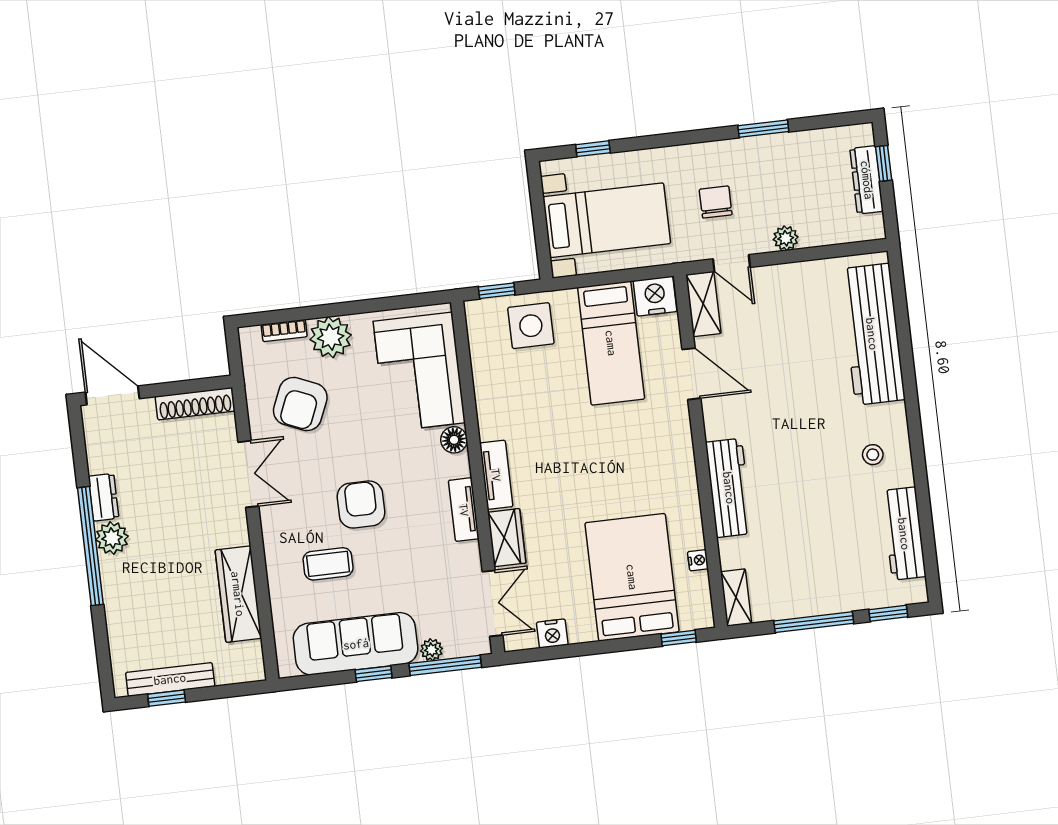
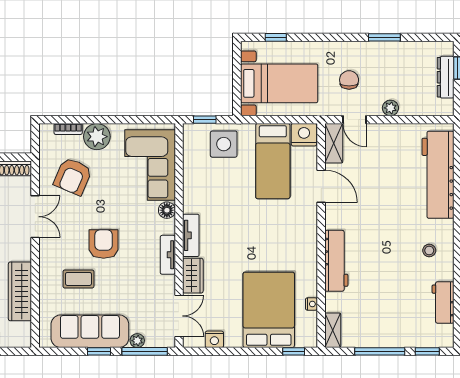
workbench: (904, 534) -> (443, 302), width x0.73

